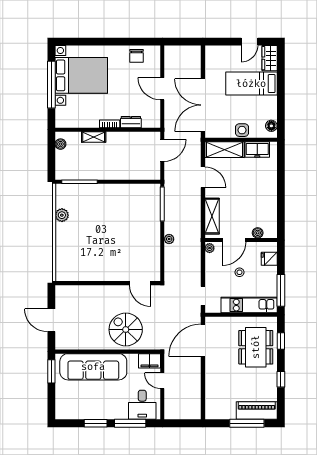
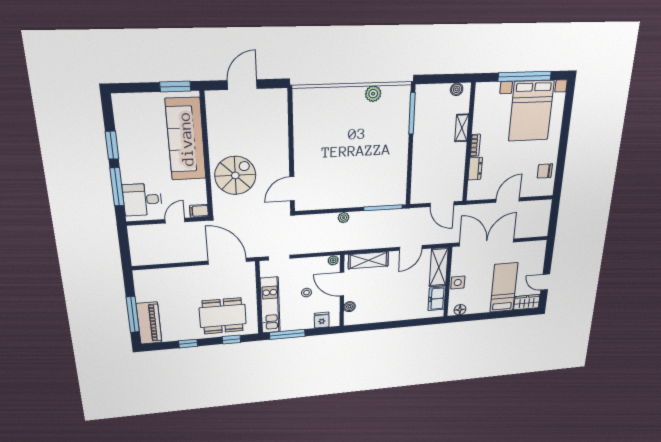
filing cabinet: (149, 361) -> (199, 211), width x0.50

